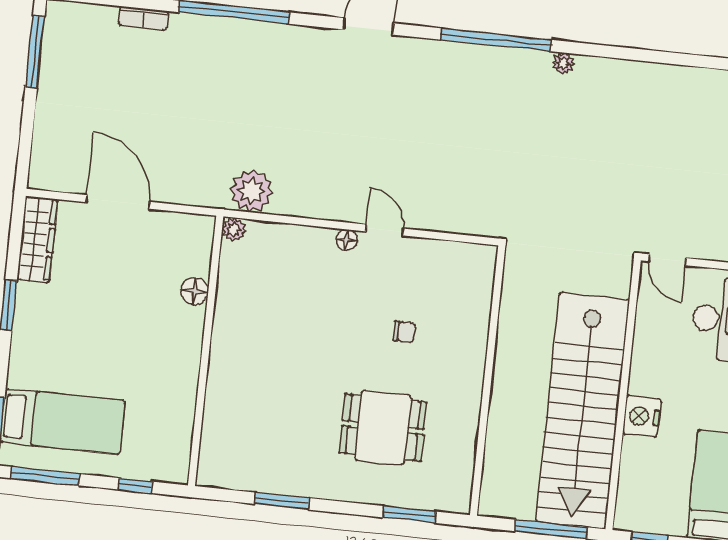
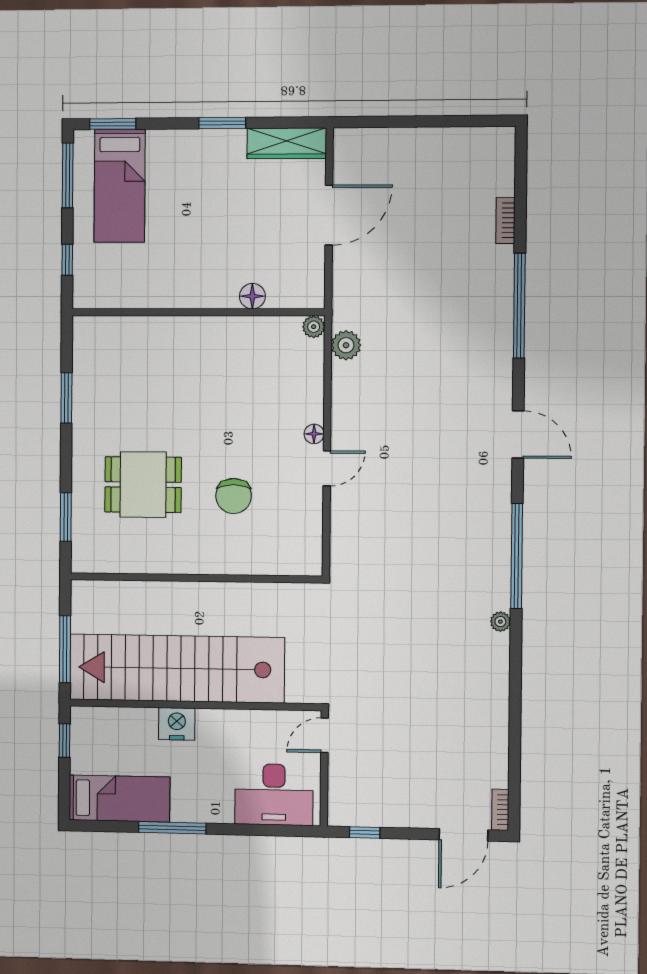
window: (35, 52) -> (464, 121), removed
plant: (252, 191) -> (346, 345), width x0.73, depth x0.73
chair: (404, 332) -> (234, 496), width x1.87, depth x1.87
dining table: (383, 428) -> (143, 485), turned 90

